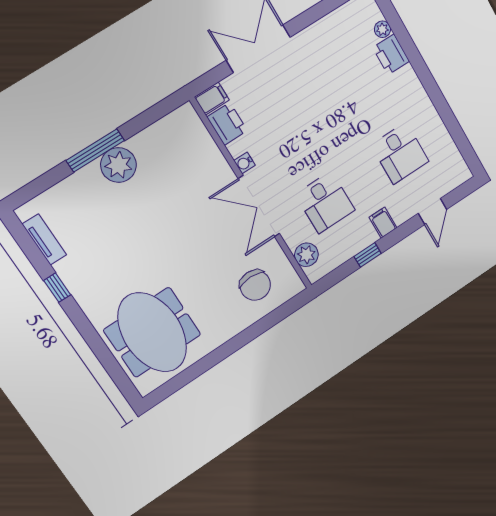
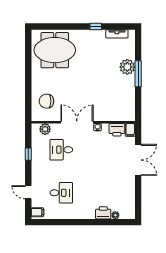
desk: (400, 153) -> (61, 193), turned 180
plant: (118, 165) -> (127, 67), moved
filing cabinet: (383, 223) -> (37, 212), moved

